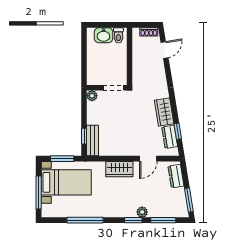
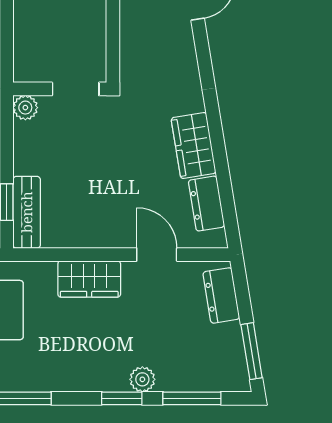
window: (178, 131) -> (225, 191), removed
door: (148, 159) -> (157, 255), swing flipped

